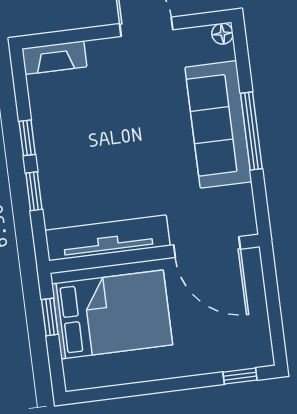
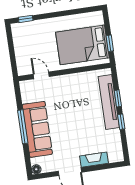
fireplace: (54, 58) -> (94, 160), moved
tv unit: (107, 238) -> (109, 102), moved, turned 90
door: (207, 247) -> (41, 75), width x0.53

